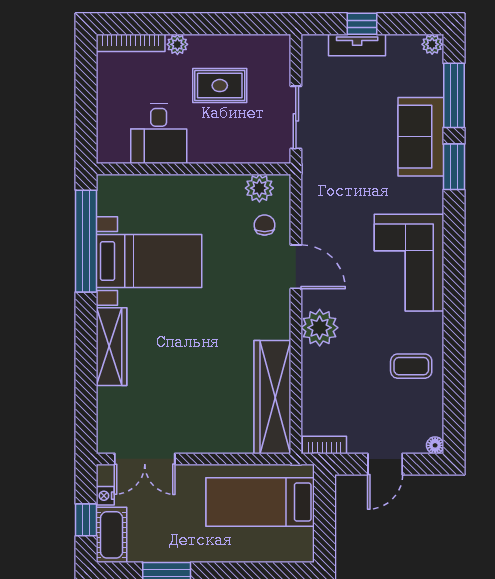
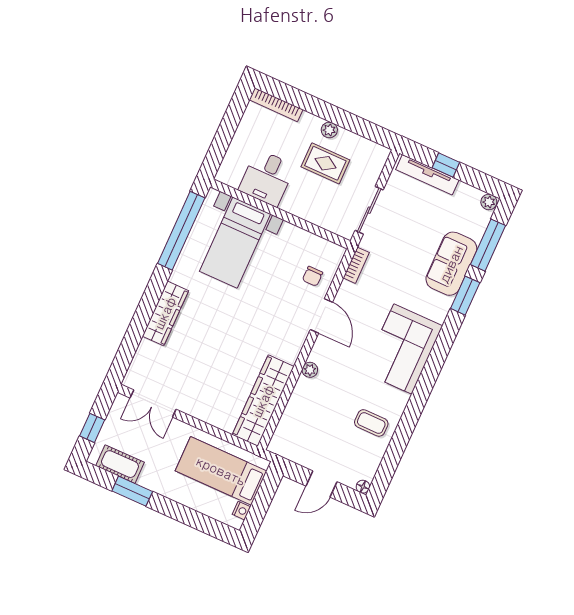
plant: (177, 44) -> (329, 130), moved
tv unit: (357, 45) -> (427, 175), width x1.41
plant: (259, 188) -> (321, 249), removed
chair: (265, 225) -> (313, 276), turned 180
bed with nightstands: (149, 261) -> (235, 243), moved, turned 90
plant: (320, 328) -> (310, 370), width x0.53, depth x0.53
bookcase: (324, 445) -> (356, 265), moved, turned 90
nightstand: (105, 496) -> (241, 511), moved, turned 180
cot: (112, 535) -> (120, 464), moved, turned 90

